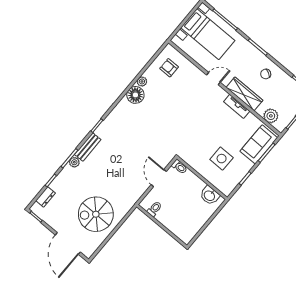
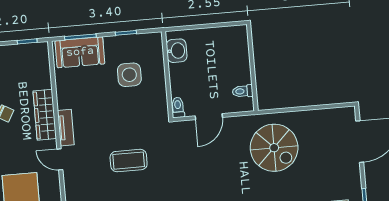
tv unit: (237, 106) -> (66, 128), moved
coffee table: (177, 114) -> (129, 161), added
plant: (271, 116) -> (41, 68), removed
spiral stairs: (96, 214) -> (274, 148), moved

